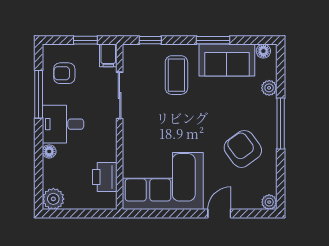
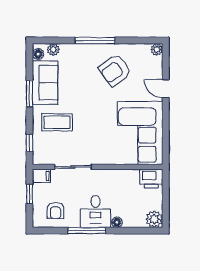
plant: (269, 88) -> (53, 50), moved
window: (39, 94) -> (87, 231), moved
printer: (105, 177) -> (151, 179), moved

